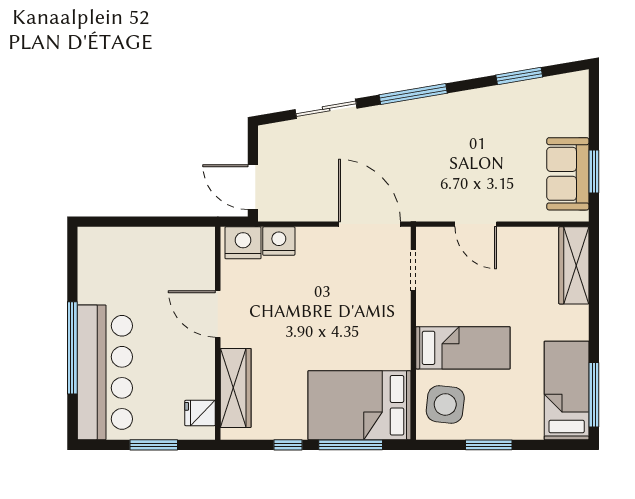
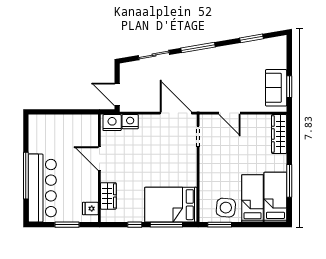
bed: (463, 348) -> (253, 198), moved, turned -90
wardrobe: (236, 388) -> (108, 196), width x0.67
window: (594, 395) -> (289, 181), moved
side table: (445, 404) -> (226, 208), moved
window: (489, 445) -> (220, 225), moved

